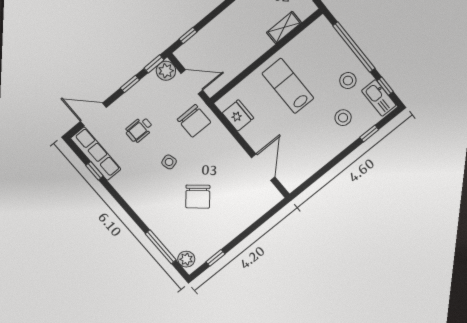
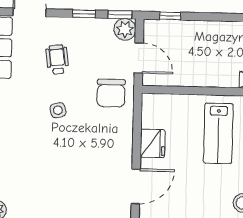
lab bench: (288, 86) -> (218, 133), turned 180
fridge: (238, 115) -> (153, 143), moved
wheelchair: (139, 130) -> (57, 60), turned 83
chair: (198, 197) -> (56, 163), removed

